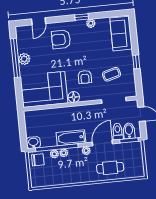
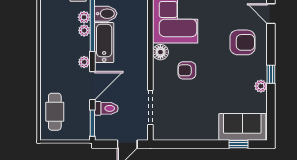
armchair: (61, 39) -> (242, 42), turned 90
window: (136, 62) -> (239, 144), moved
coffee table: (111, 74) -> (187, 108), removed
bidet: (129, 131) -> (106, 14), moved
door: (102, 143) -> (92, 86), hinge flipped
cafe table: (110, 168) -> (55, 112), moved

